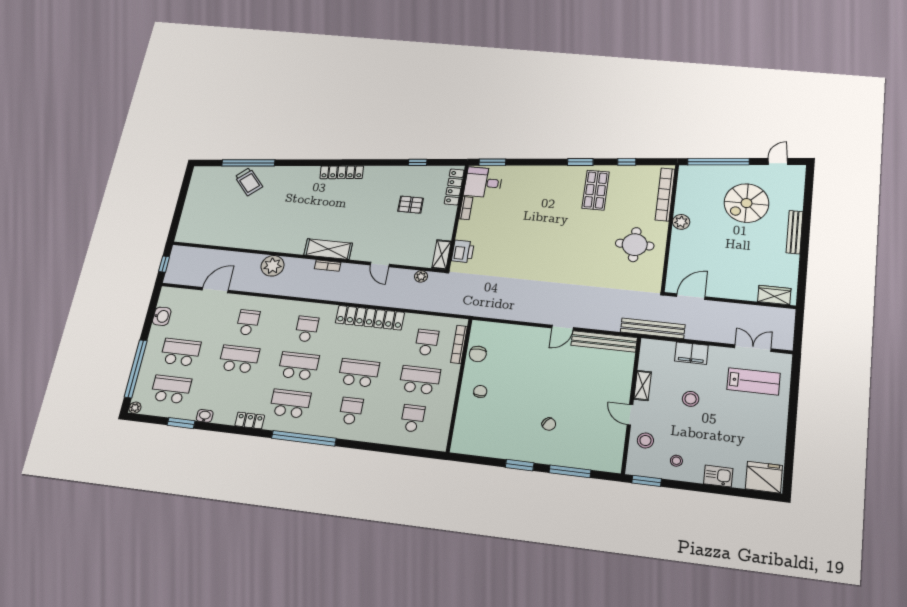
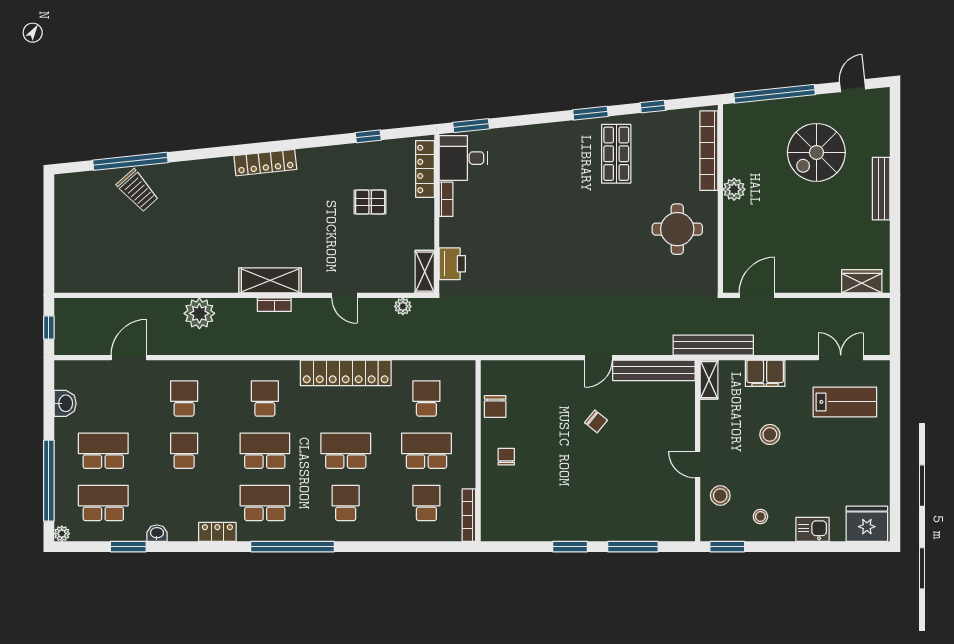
bookcase: (459, 344) -> (469, 515), moved
school desk: (239, 359) -> (184, 451), width x0.54
shelving: (643, 386) -> (709, 380), moved
chair: (549, 424) -> (596, 421), moved

